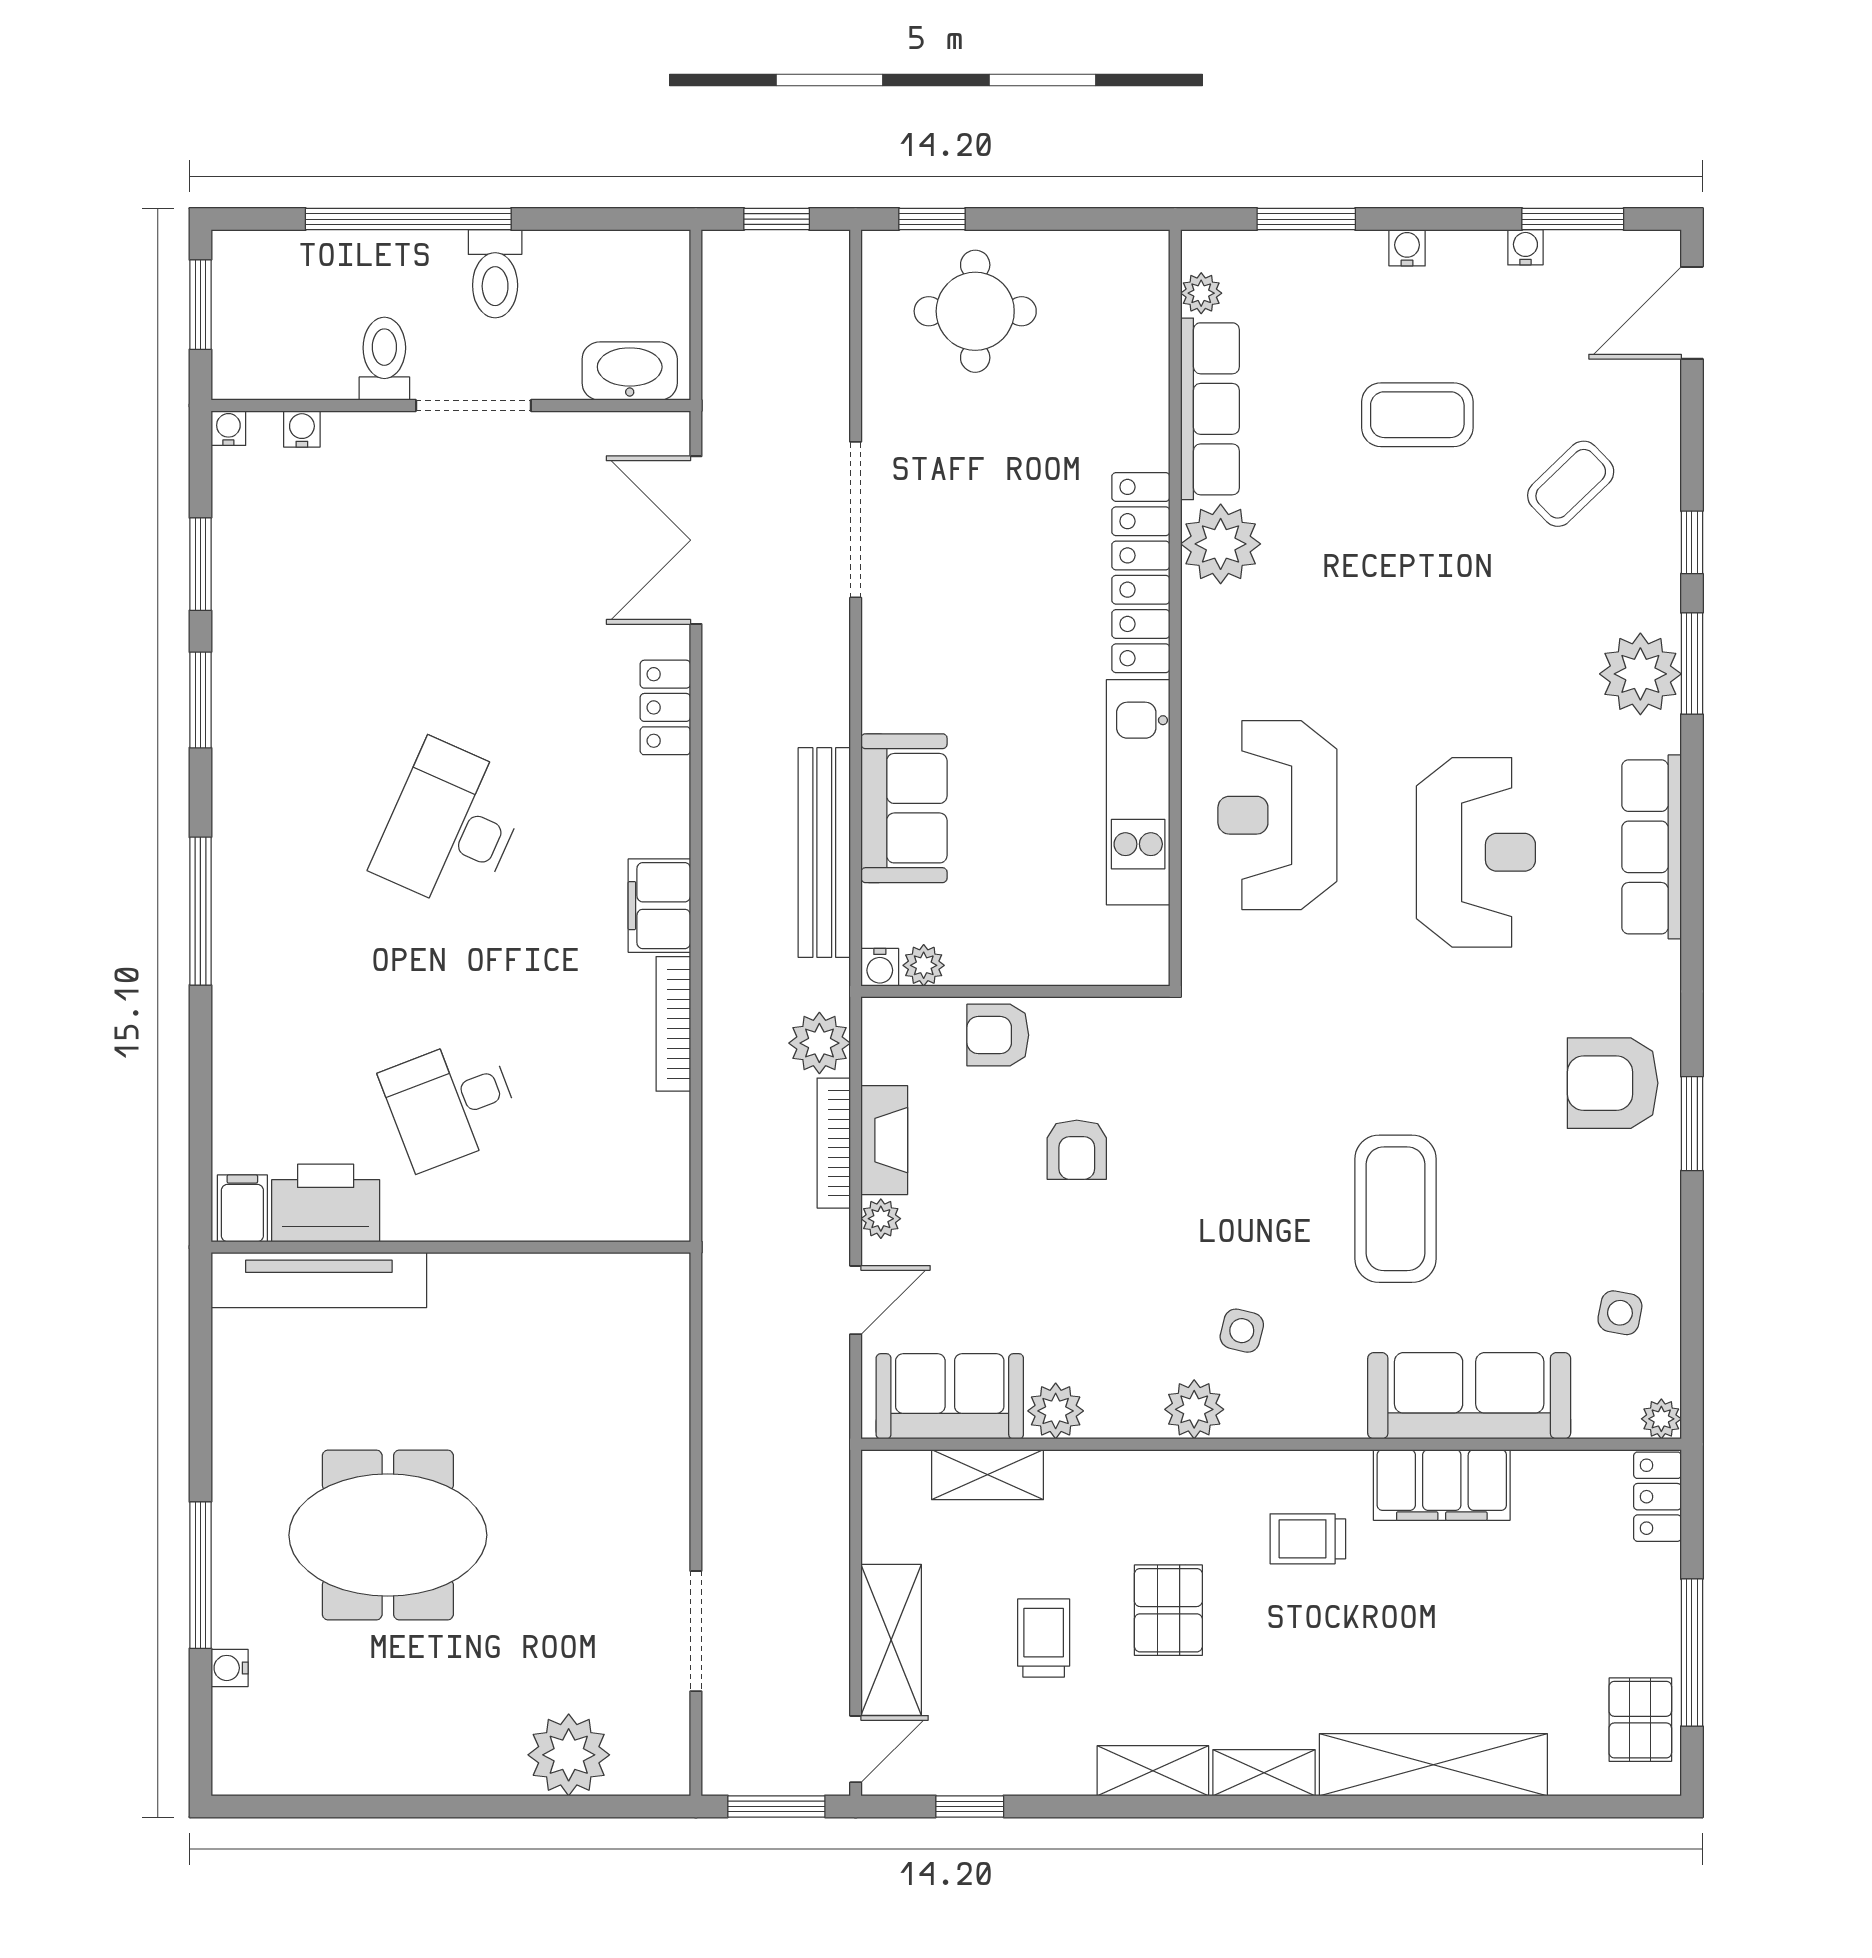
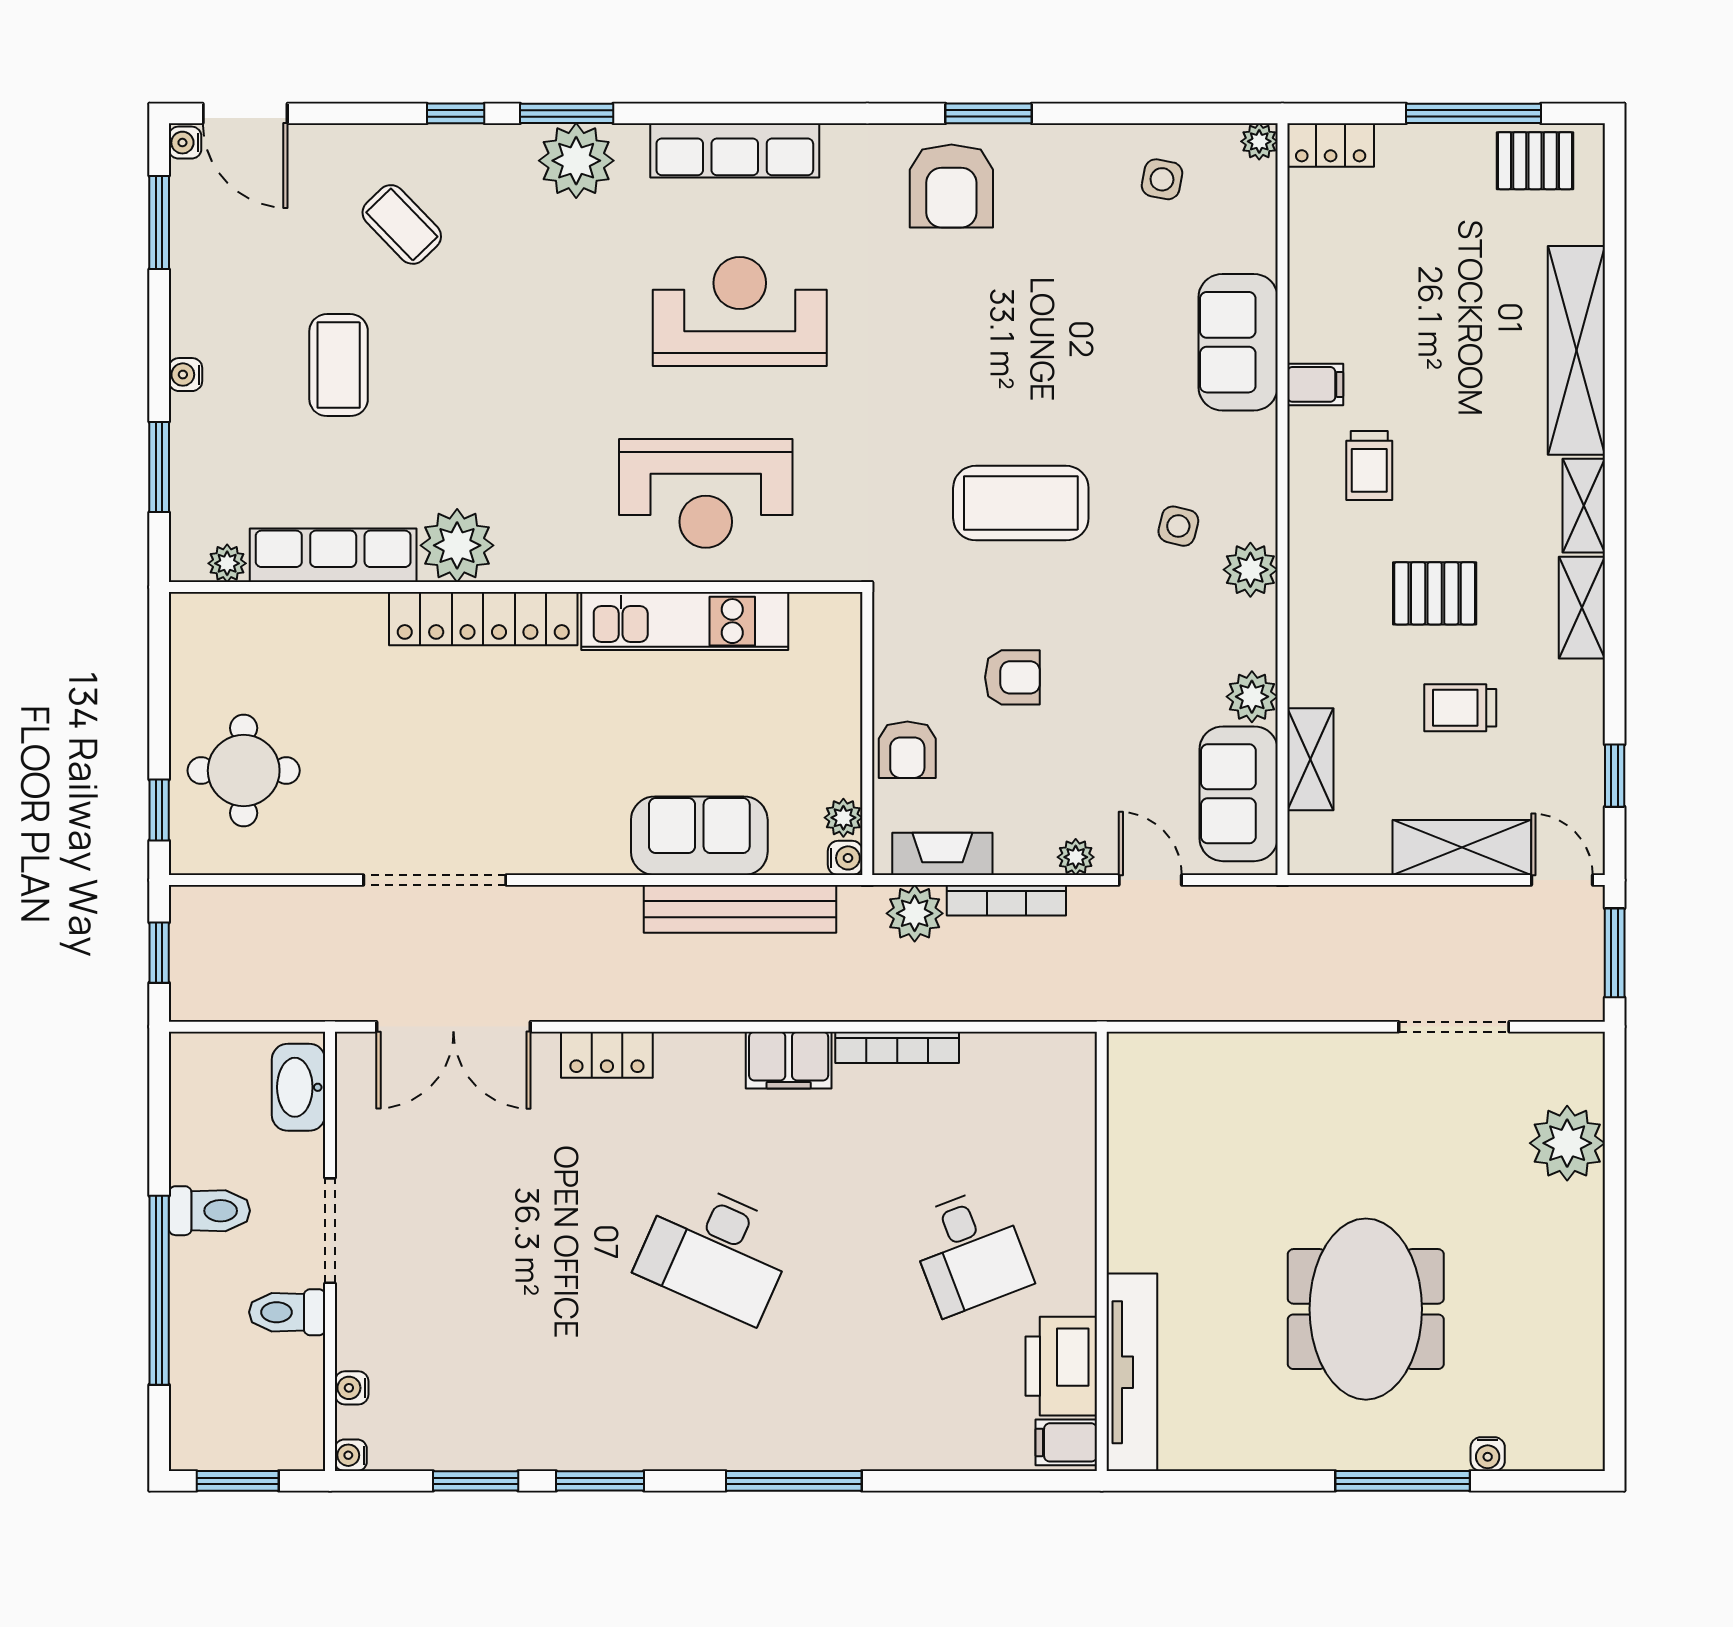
water cooler: (1525, 247) -> (185, 143), moved
fireplace: (884, 1140) -> (942, 854), moved
coffee table: (1396, 1209) -> (1021, 503), moved
sofa: (1469, 1396) -> (1238, 342), width x0.73
filing cabinet: (1442, 1485) -> (1315, 384), width x0.33, depth x0.86

